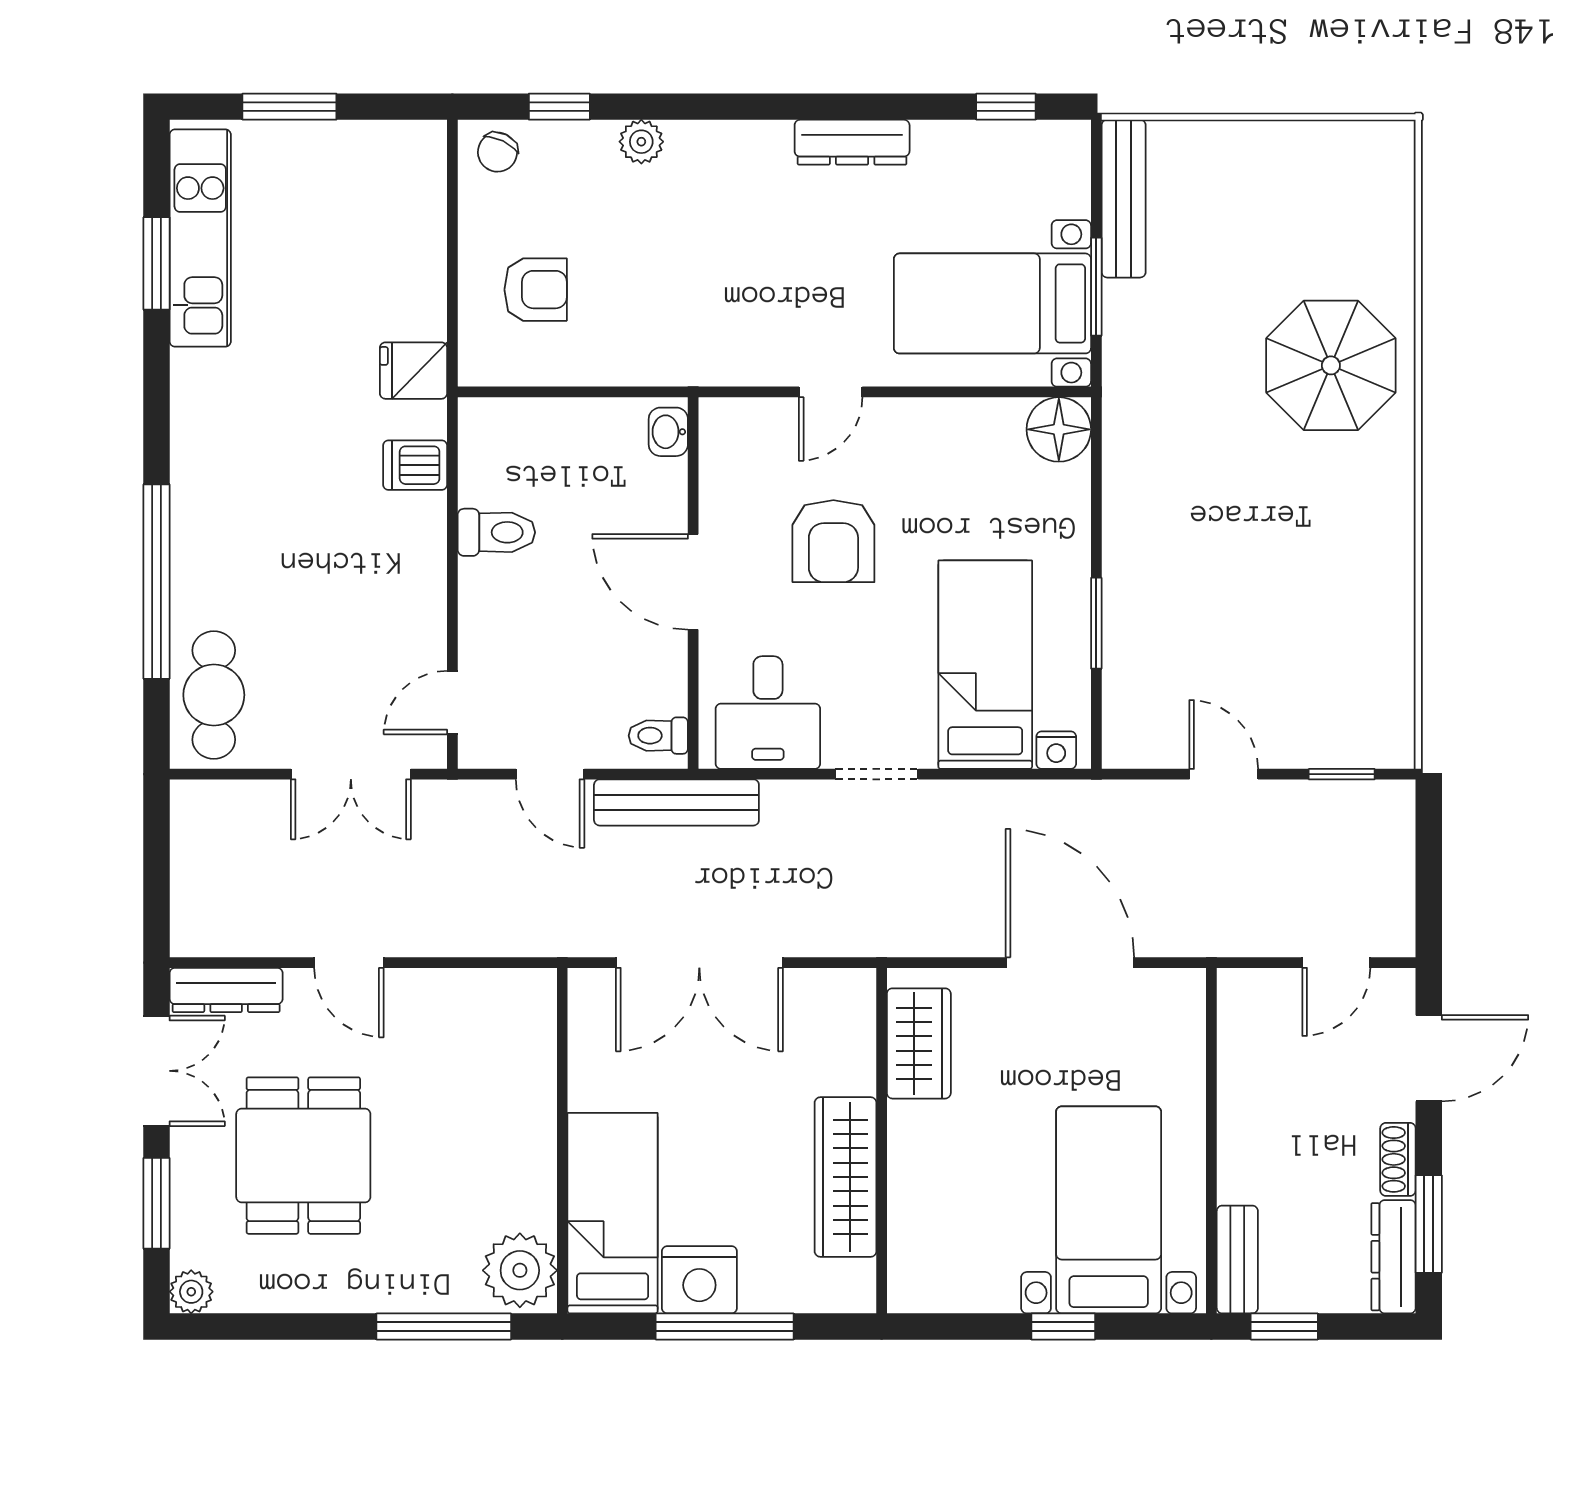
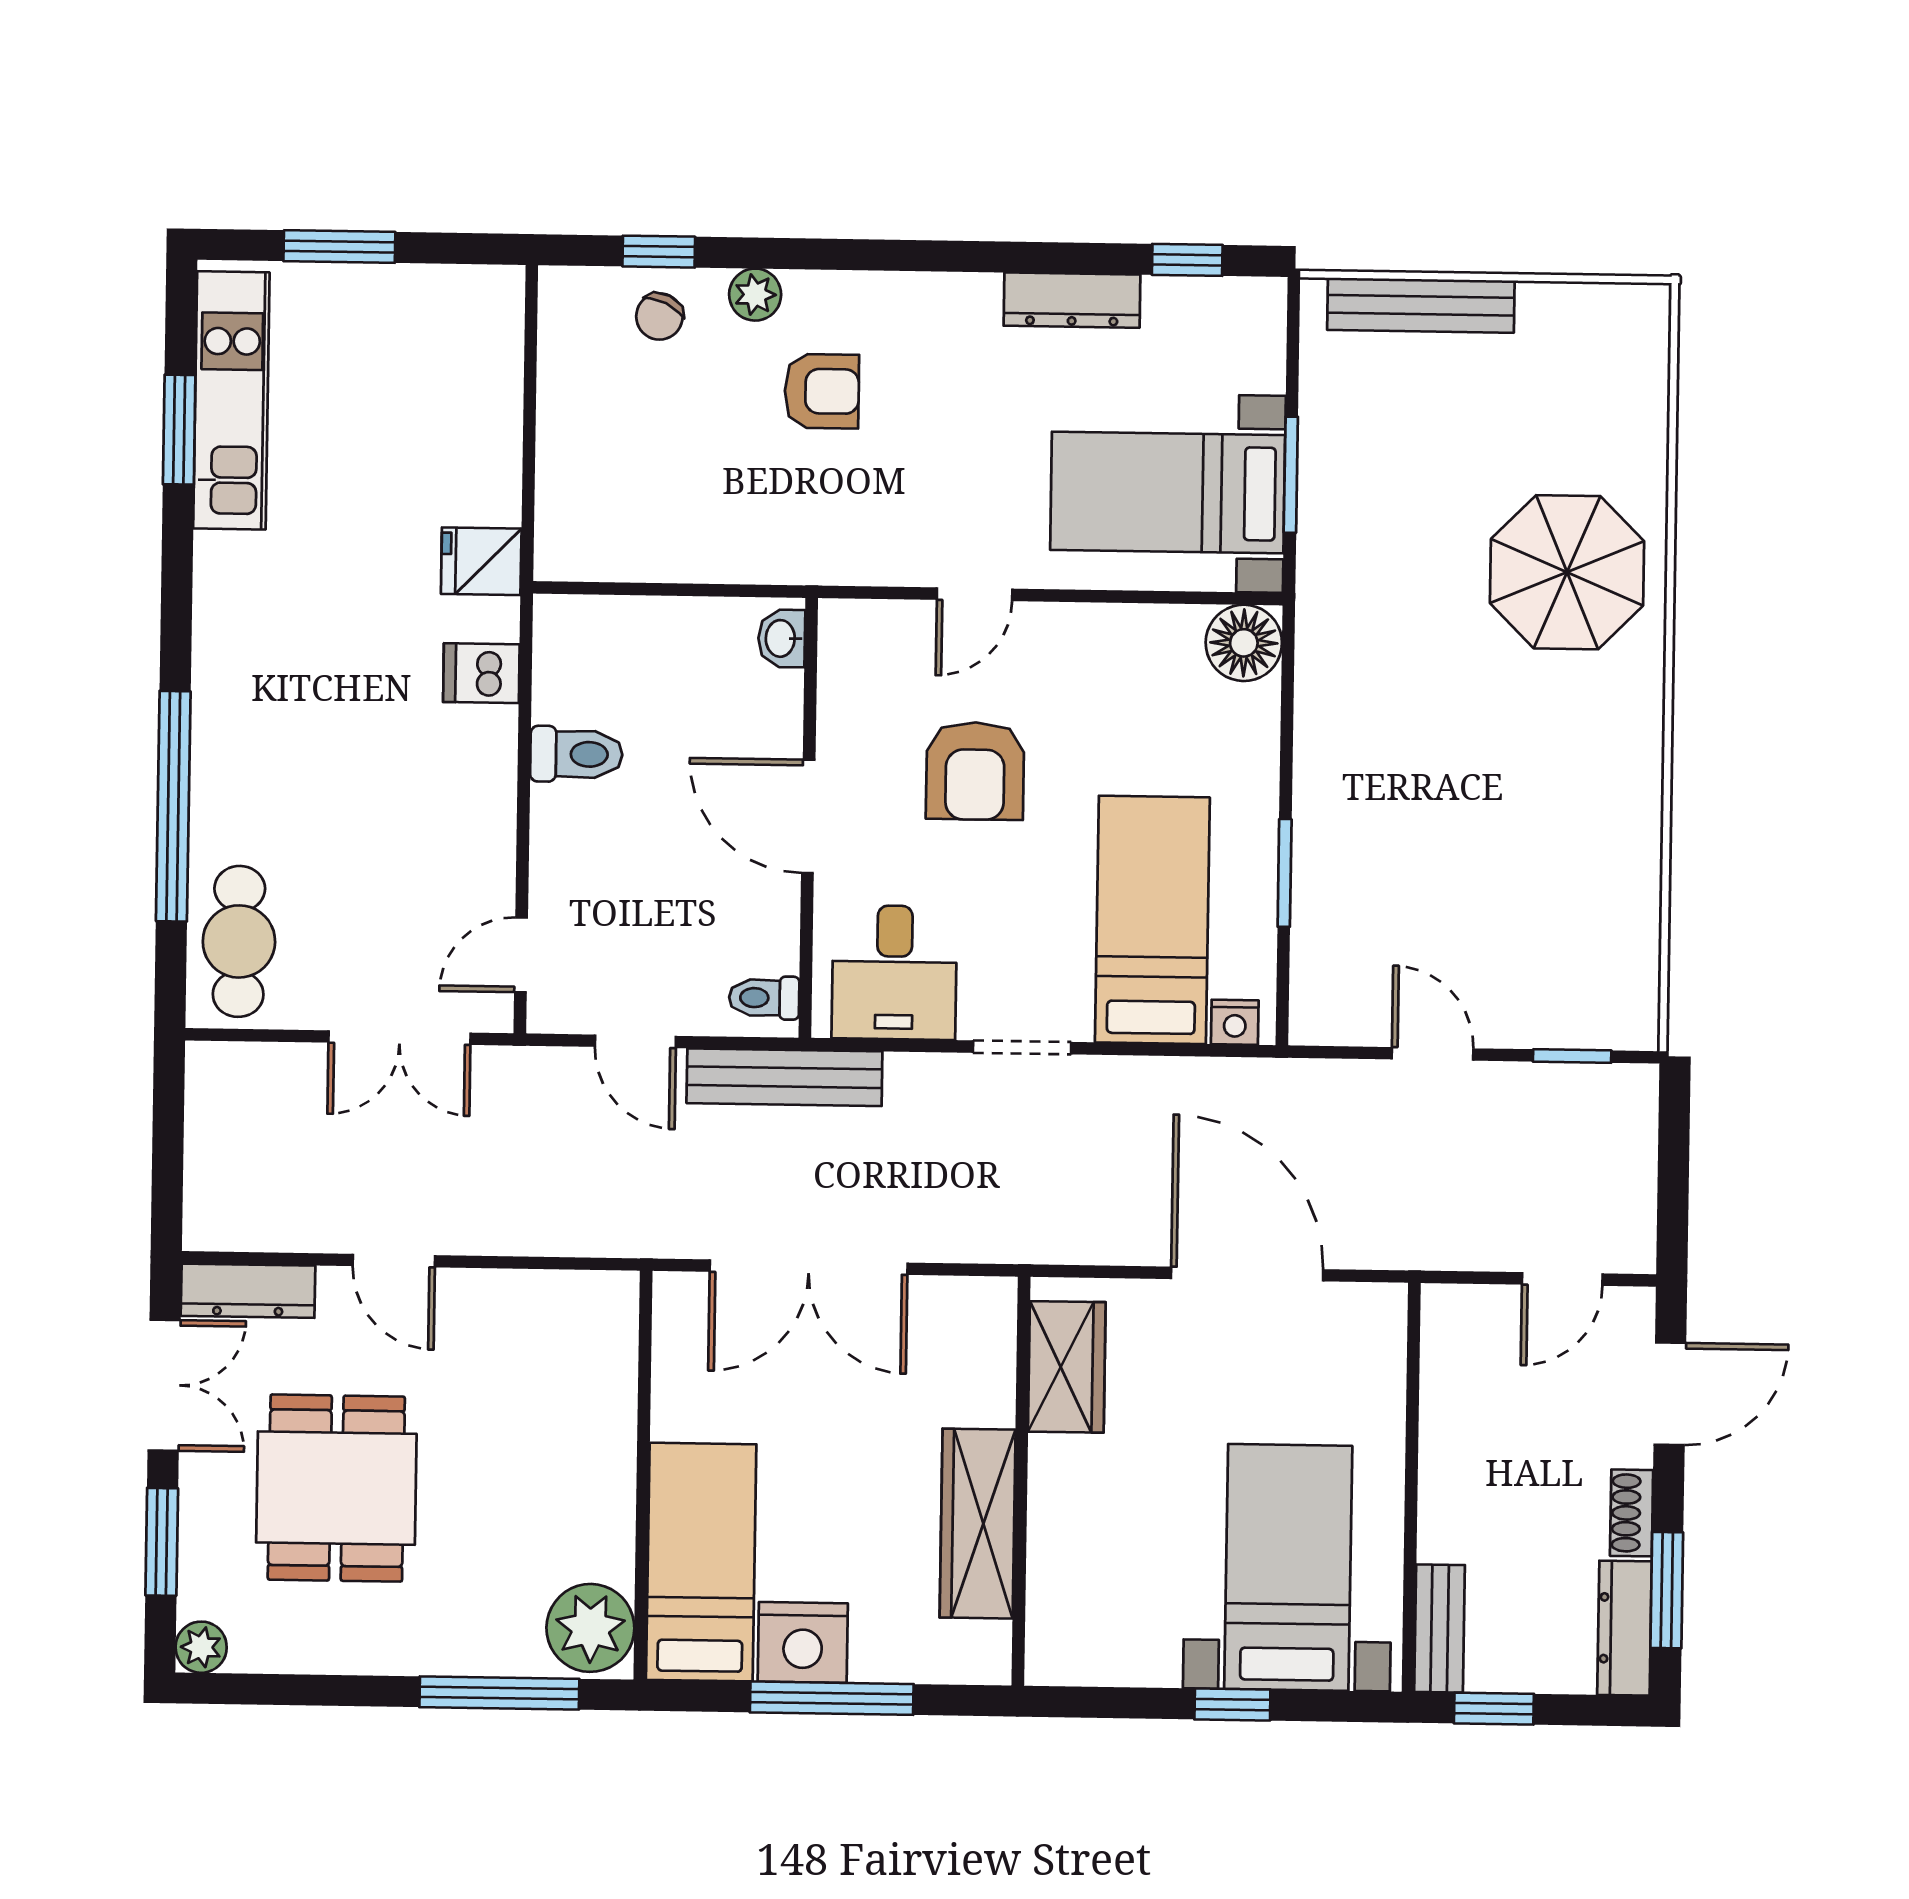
dresser: (852, 142) -> (1072, 300), moved
chair: (498, 152) -> (659, 316), moved
bench: (1124, 199) -> (1421, 305), moved, turned 90
armchair: (536, 290) -> (822, 391), moved

